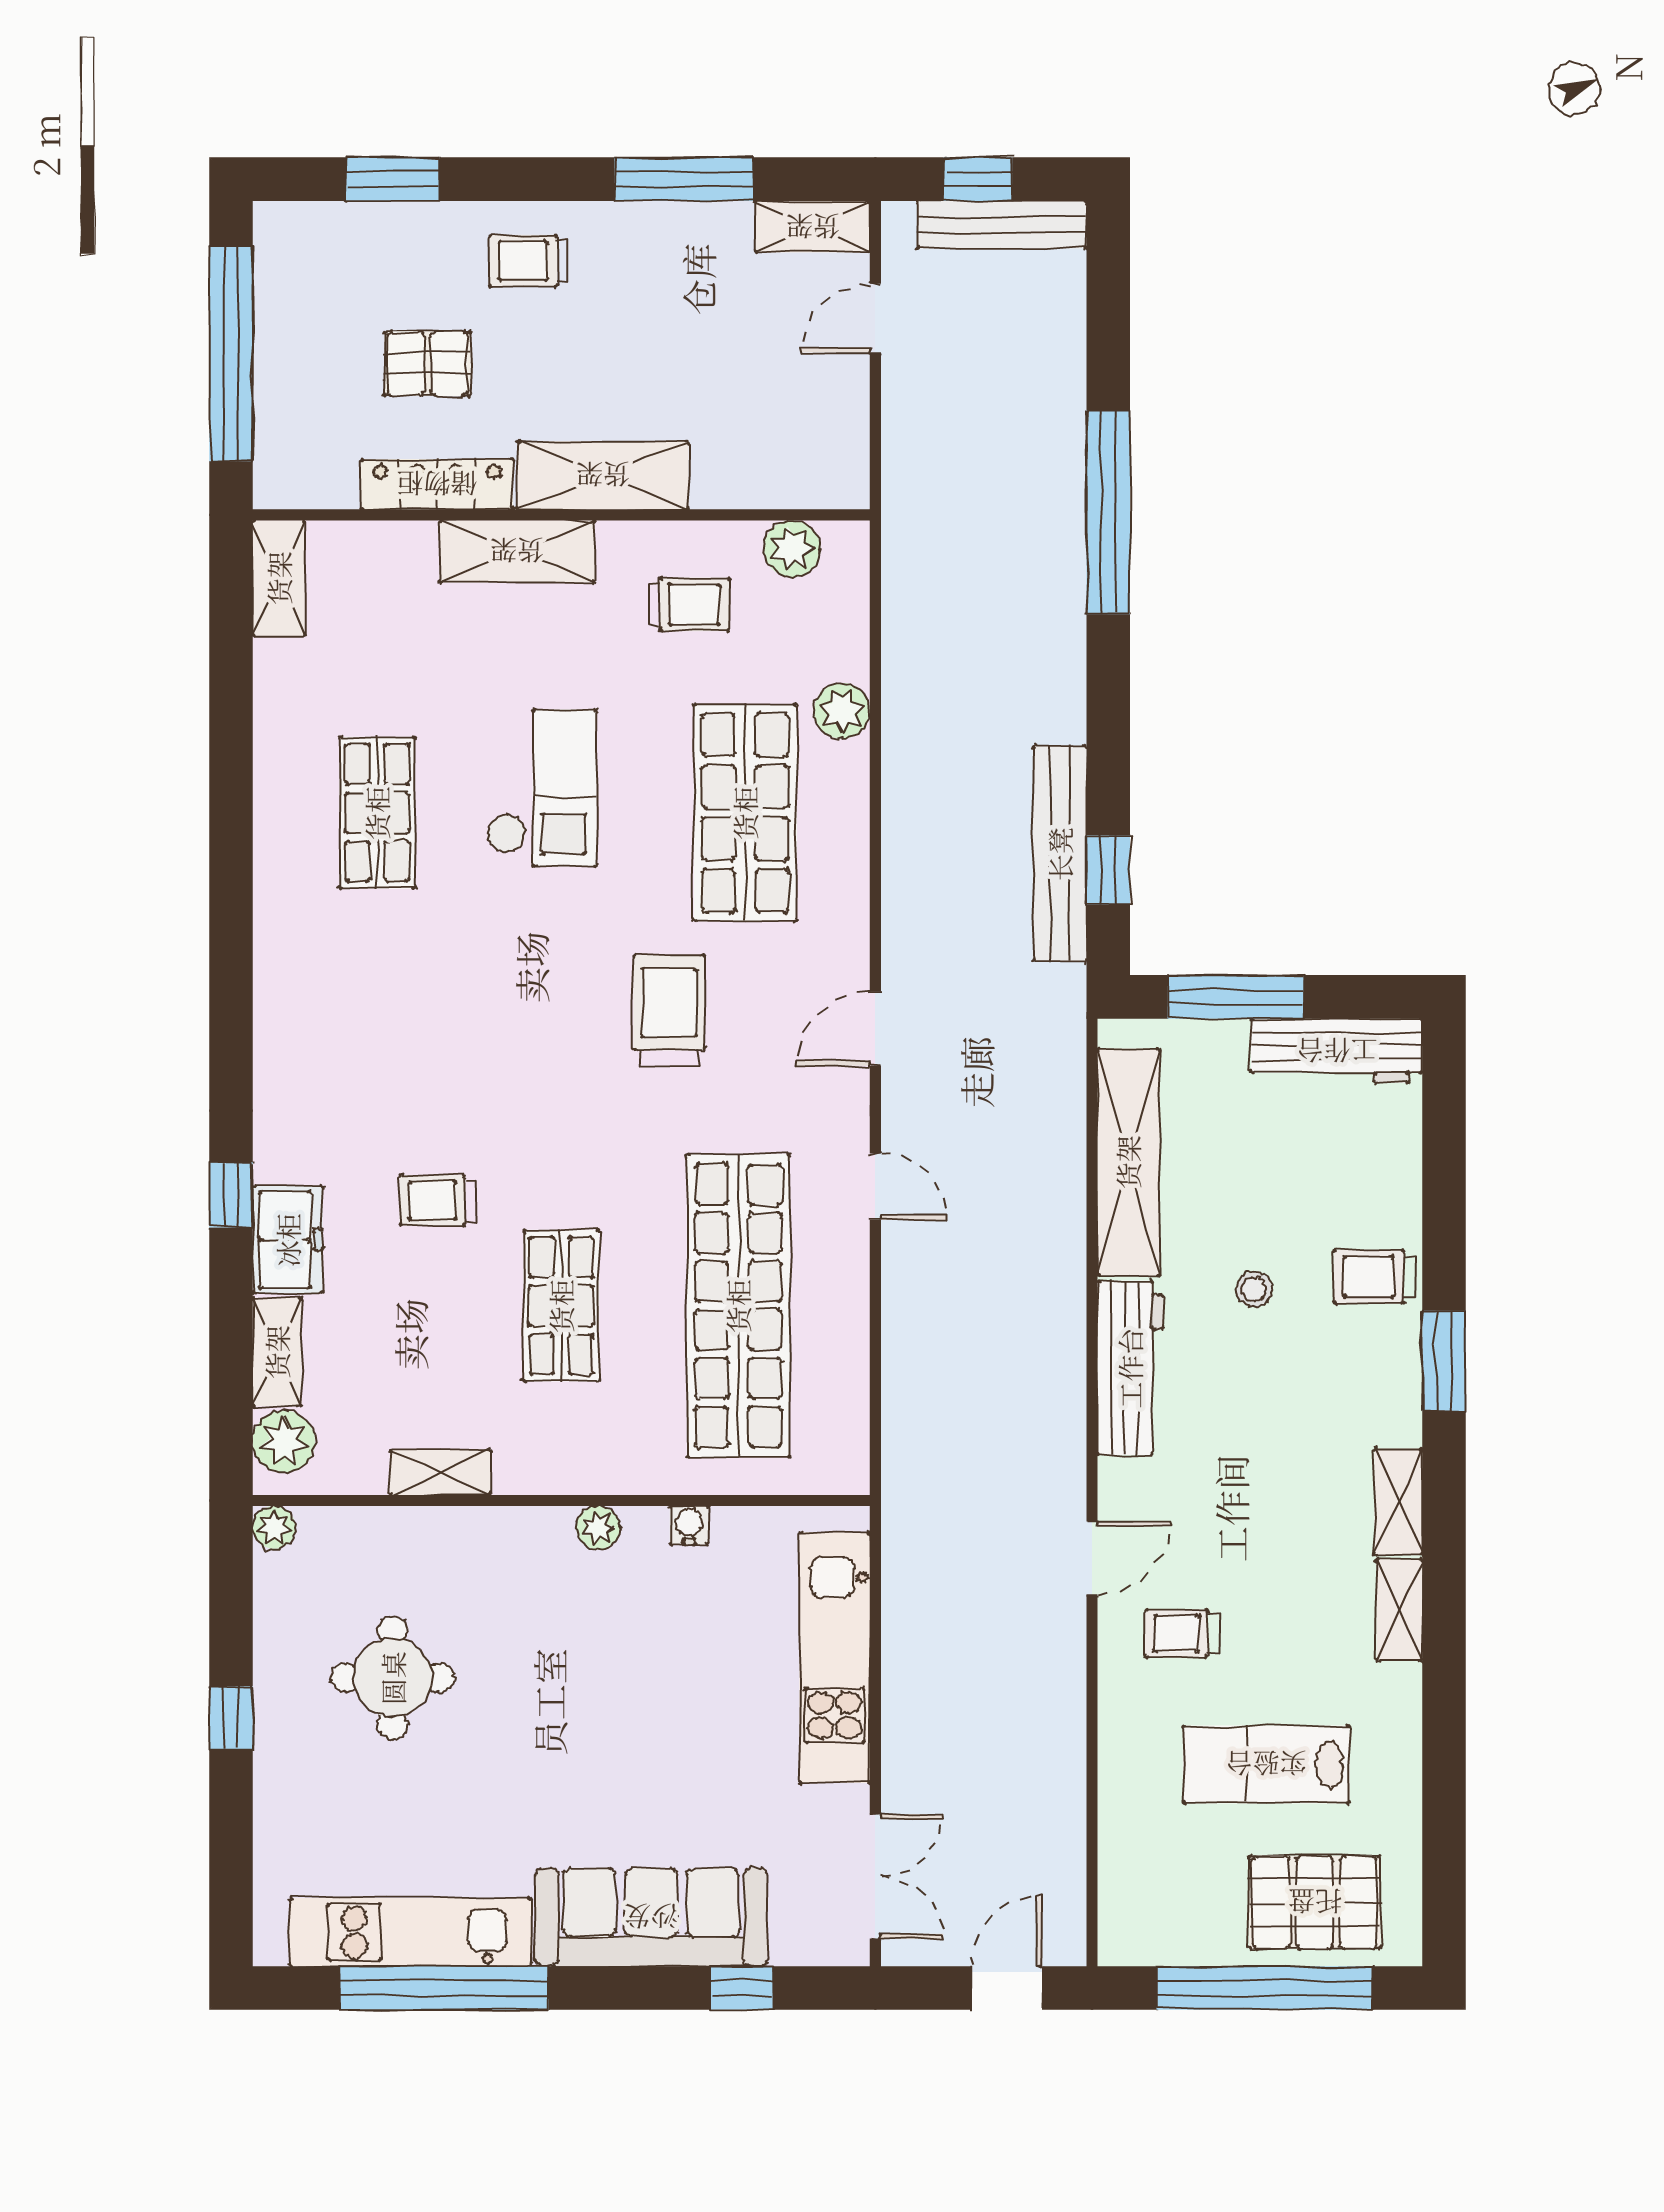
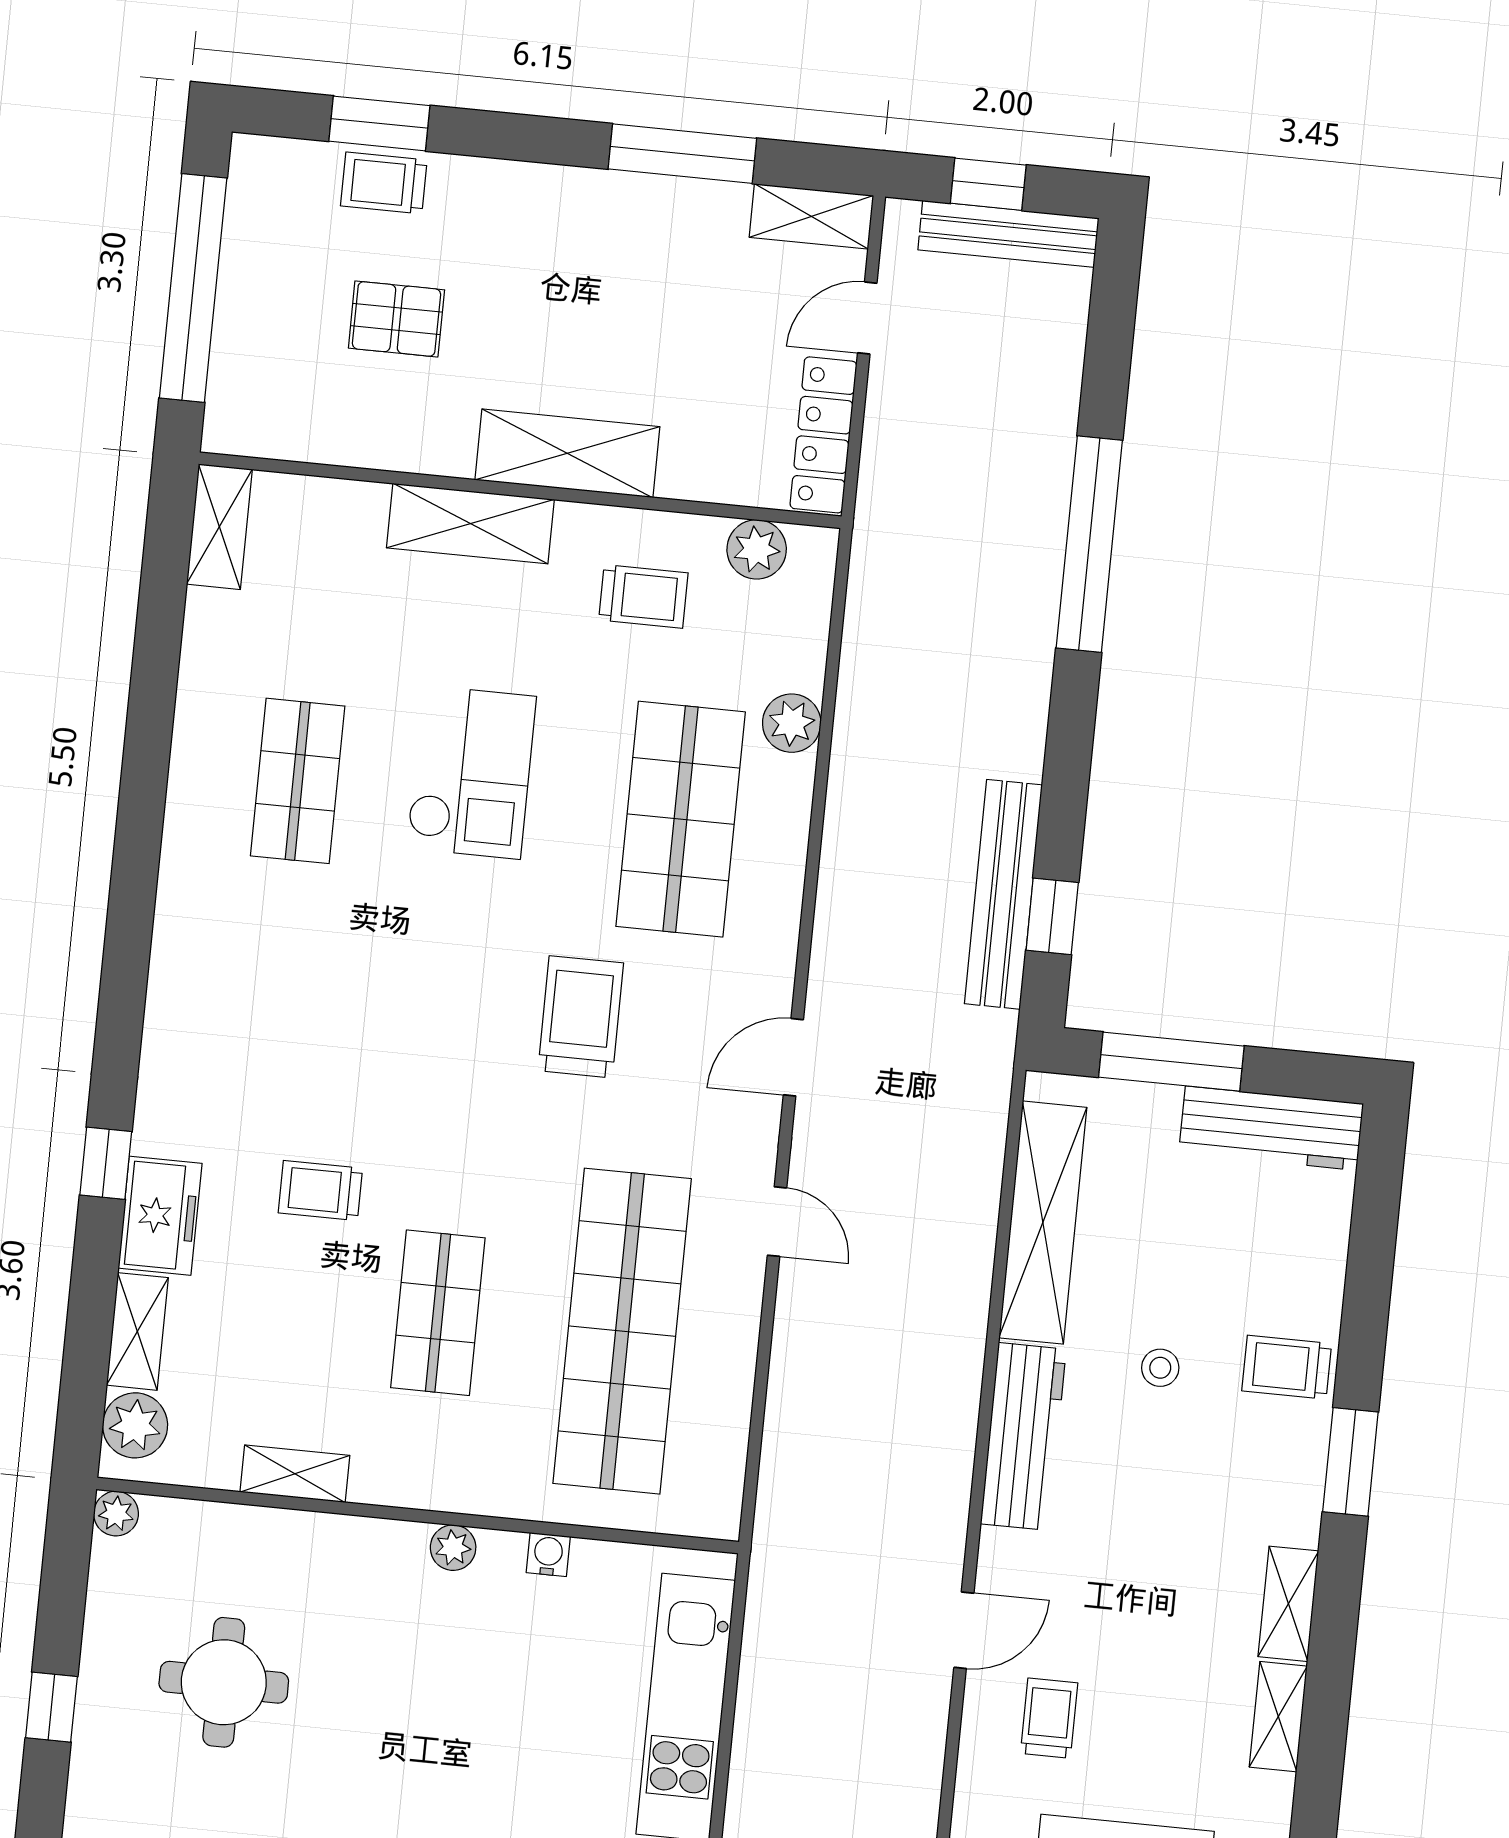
trolley: (529, 261) -> (384, 183), moved
locker: (437, 484) -> (823, 435), moved, turned -90
trolley: (1182, 1633) -> (1049, 1718), turned 90

